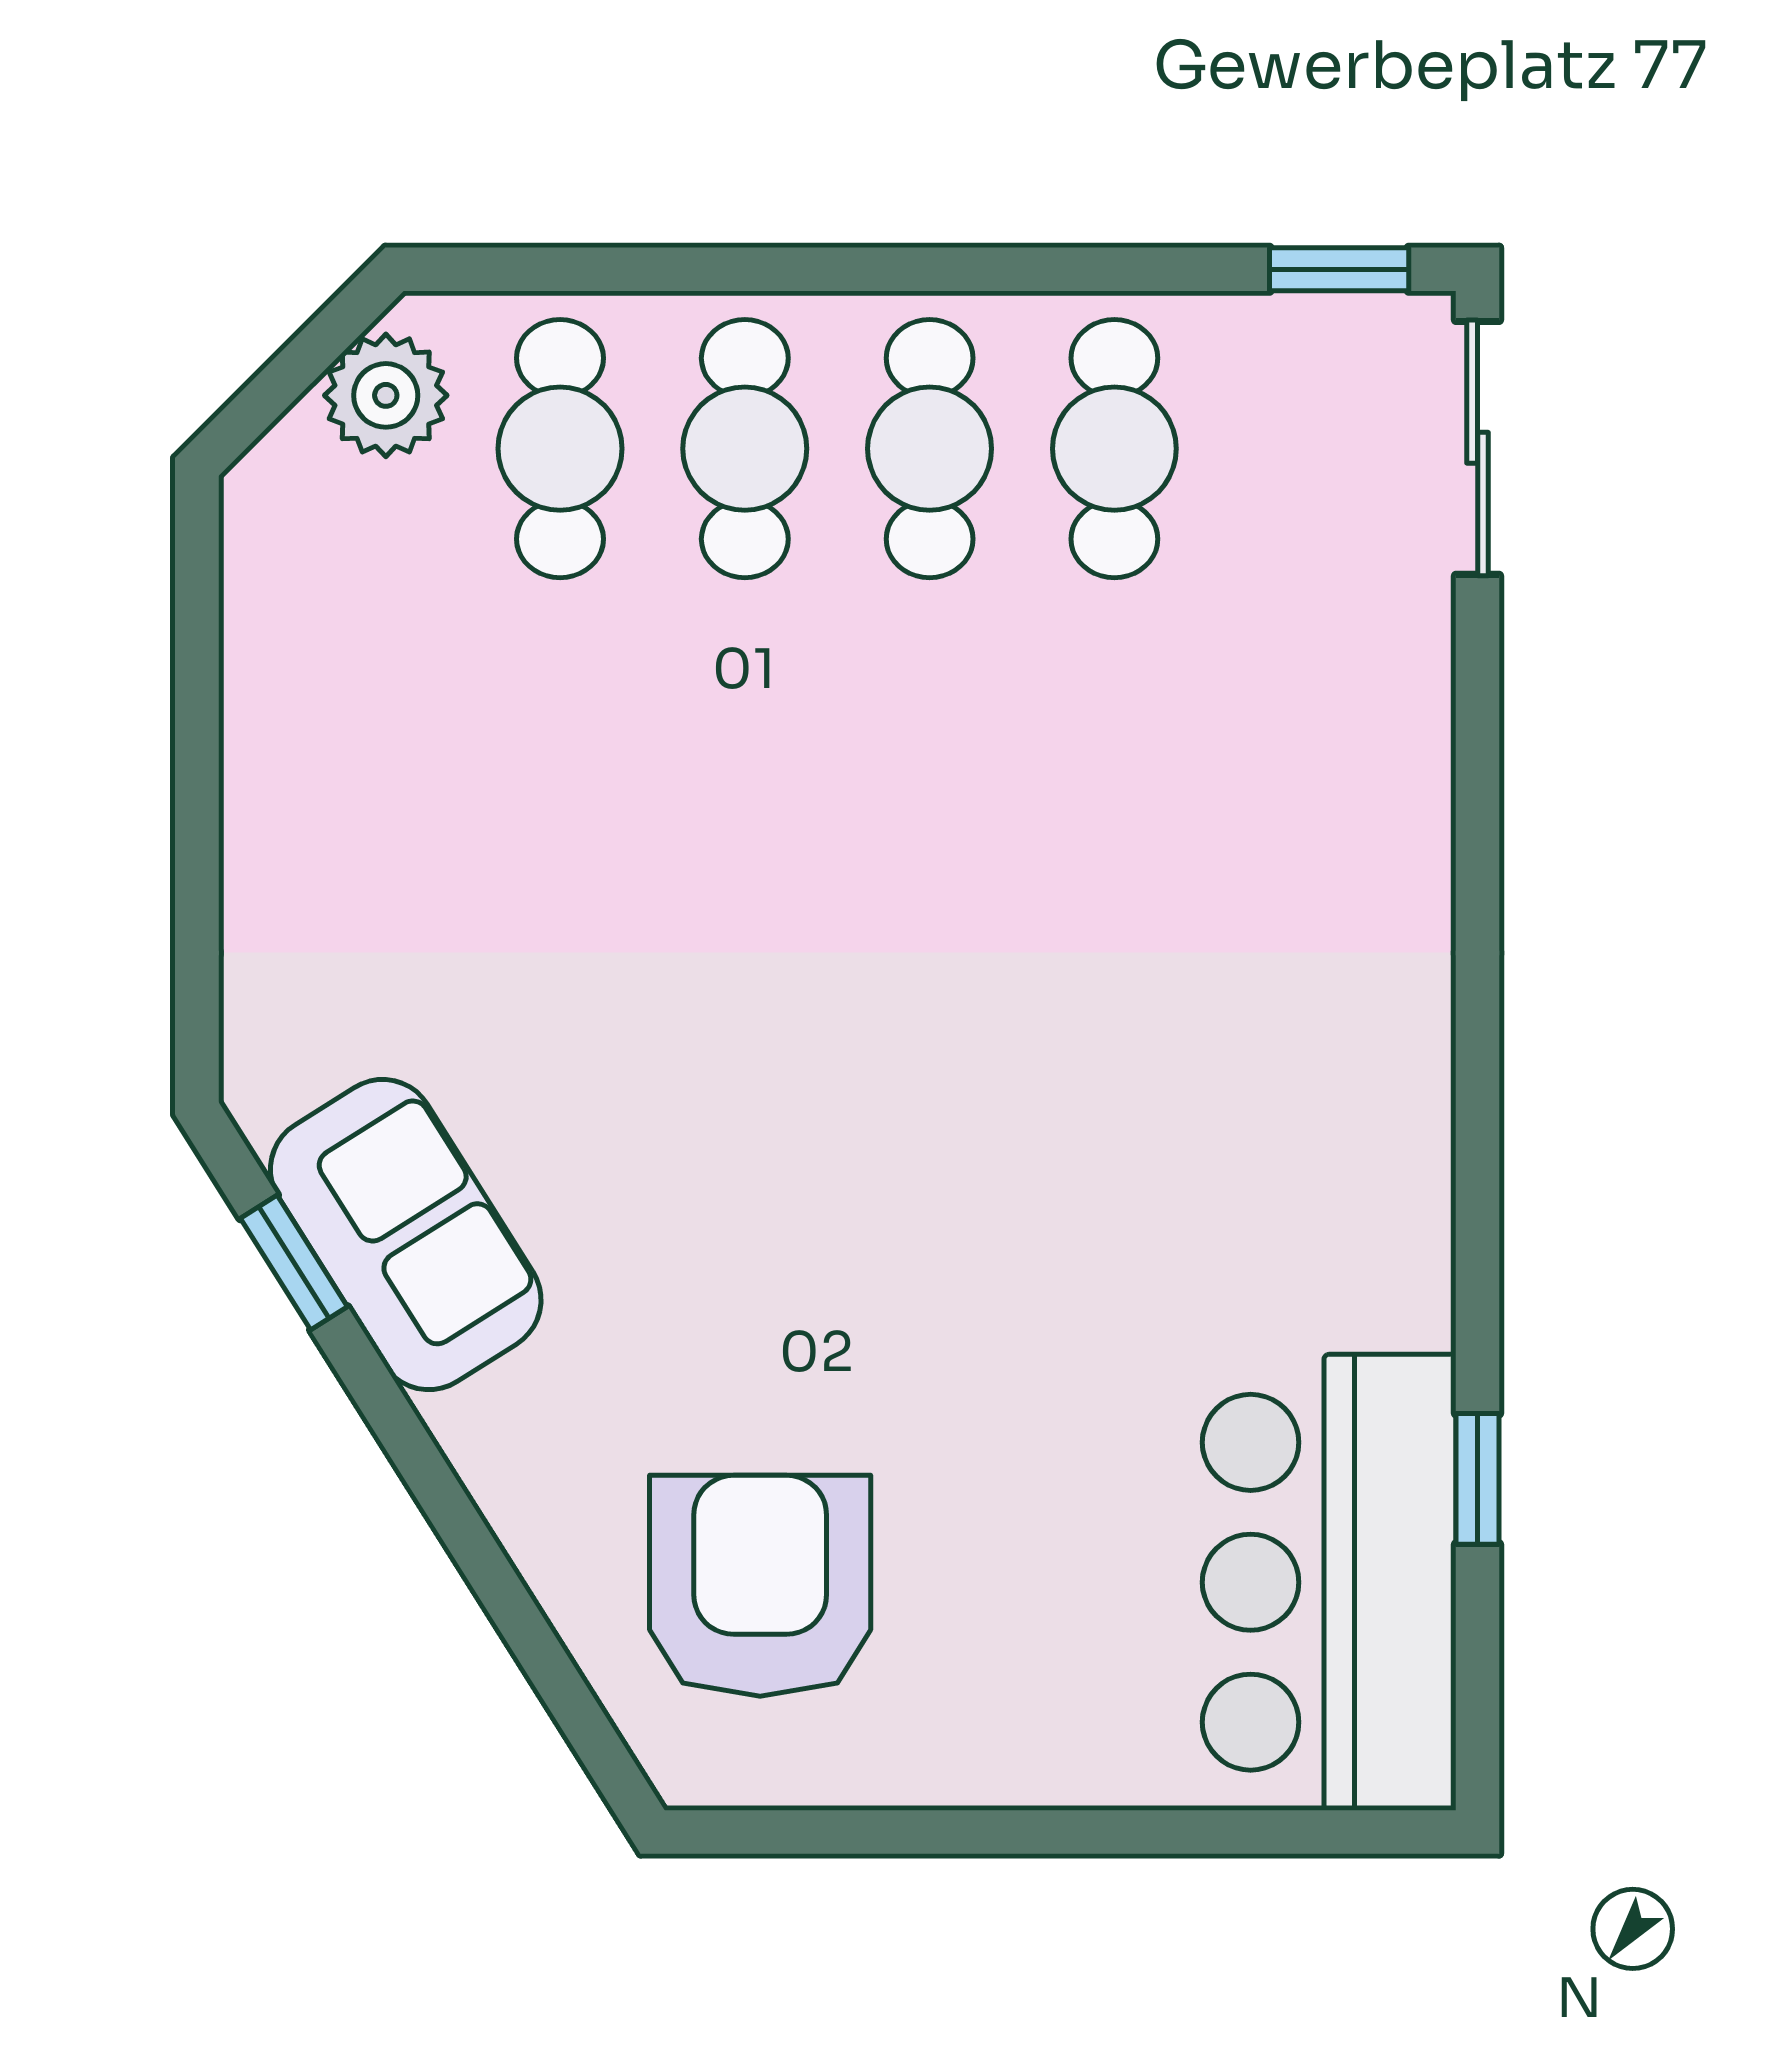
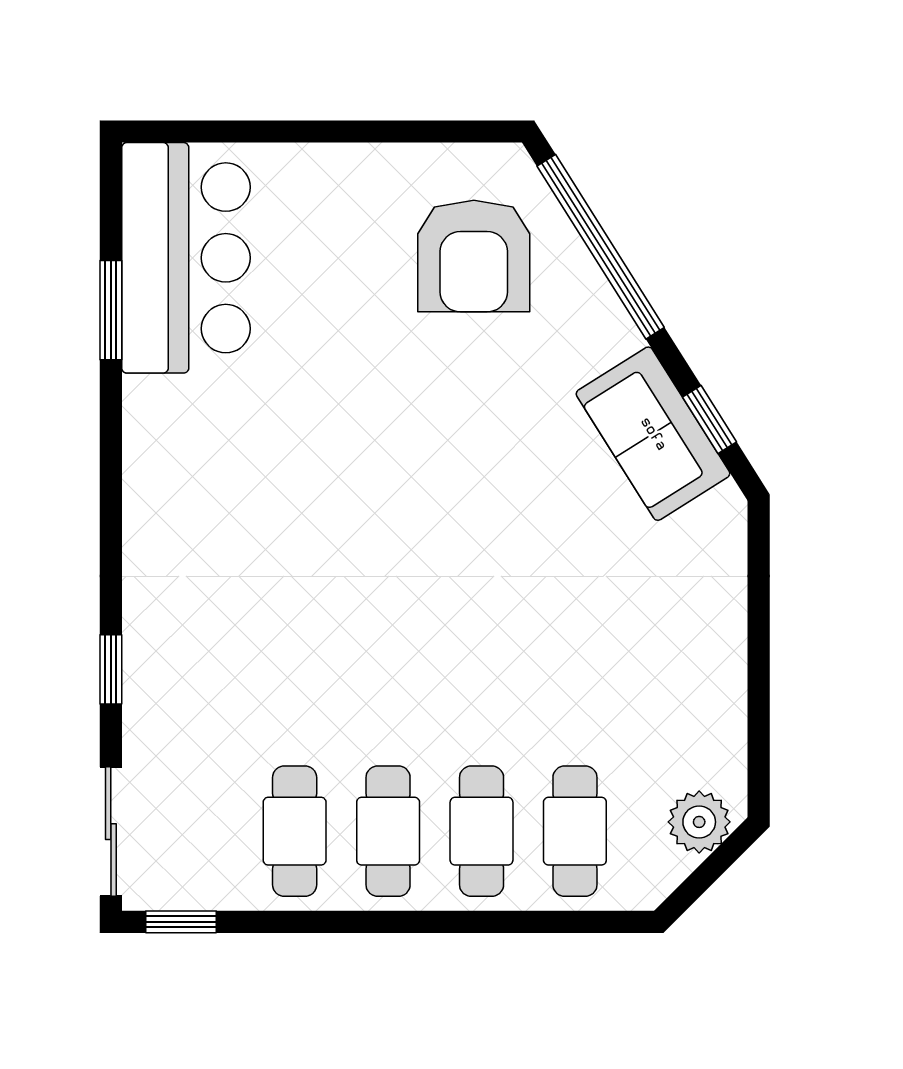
plant: (386, 395) -> (699, 822), moved
window: (1478, 769) -> (111, 669), added
window: (1478, 1479) -> (111, 310), width x1.50
window: (509, 1604) -> (601, 247), added

